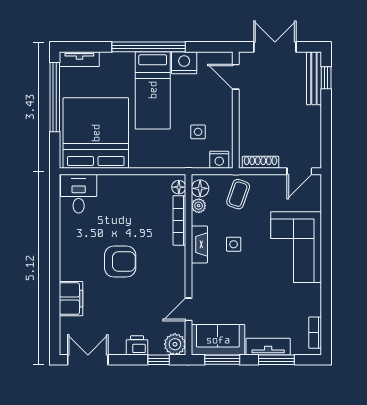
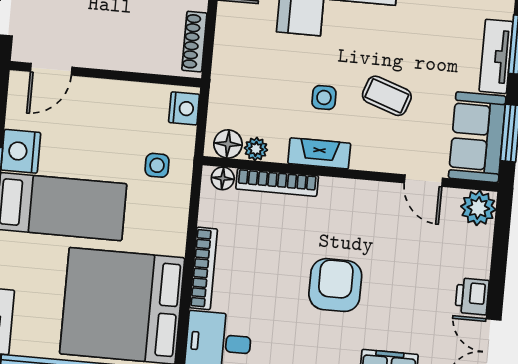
side table: (198, 132) -> (157, 165), moved
bookcase: (123, 180) -> (204, 268), added
coffee table: (238, 194) -> (387, 96), moved
printer: (137, 345) -> (472, 296), moved
window: (159, 360) -> (501, 237), removed

